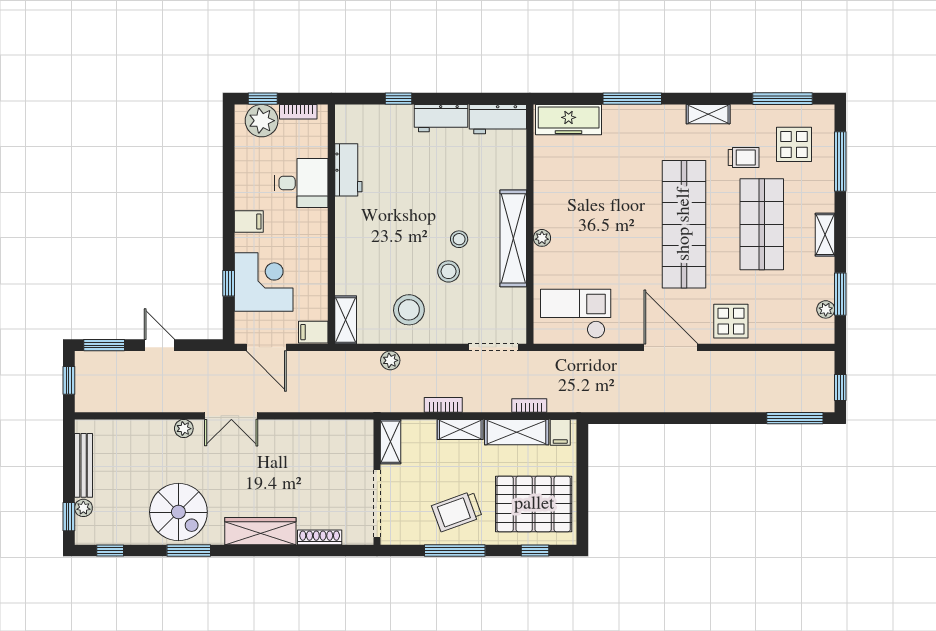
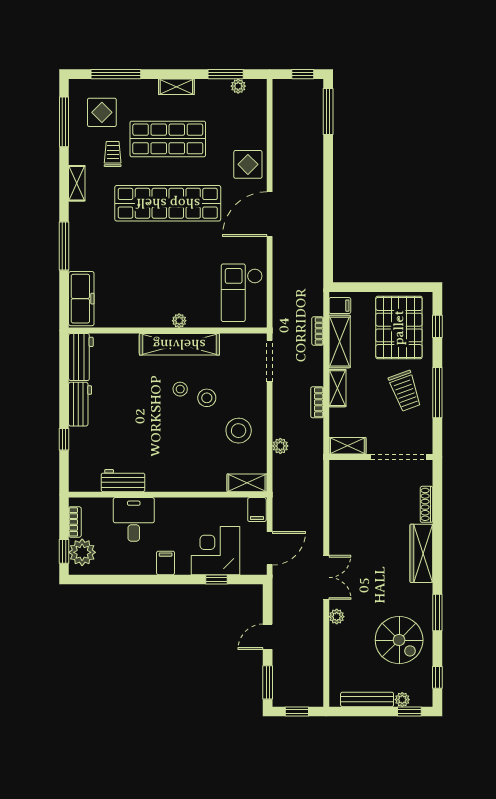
spiral stairs: (178, 512) -> (399, 640), moved, turned 90

